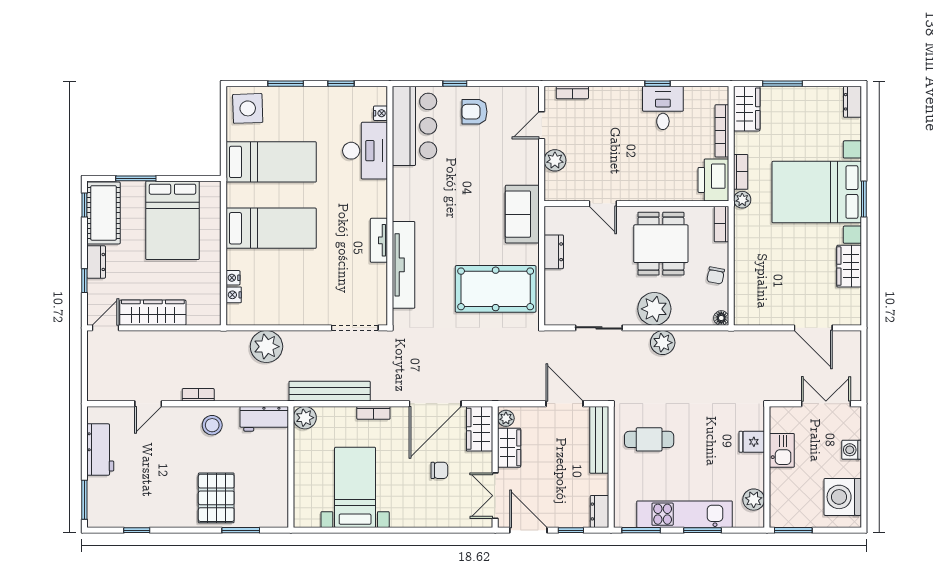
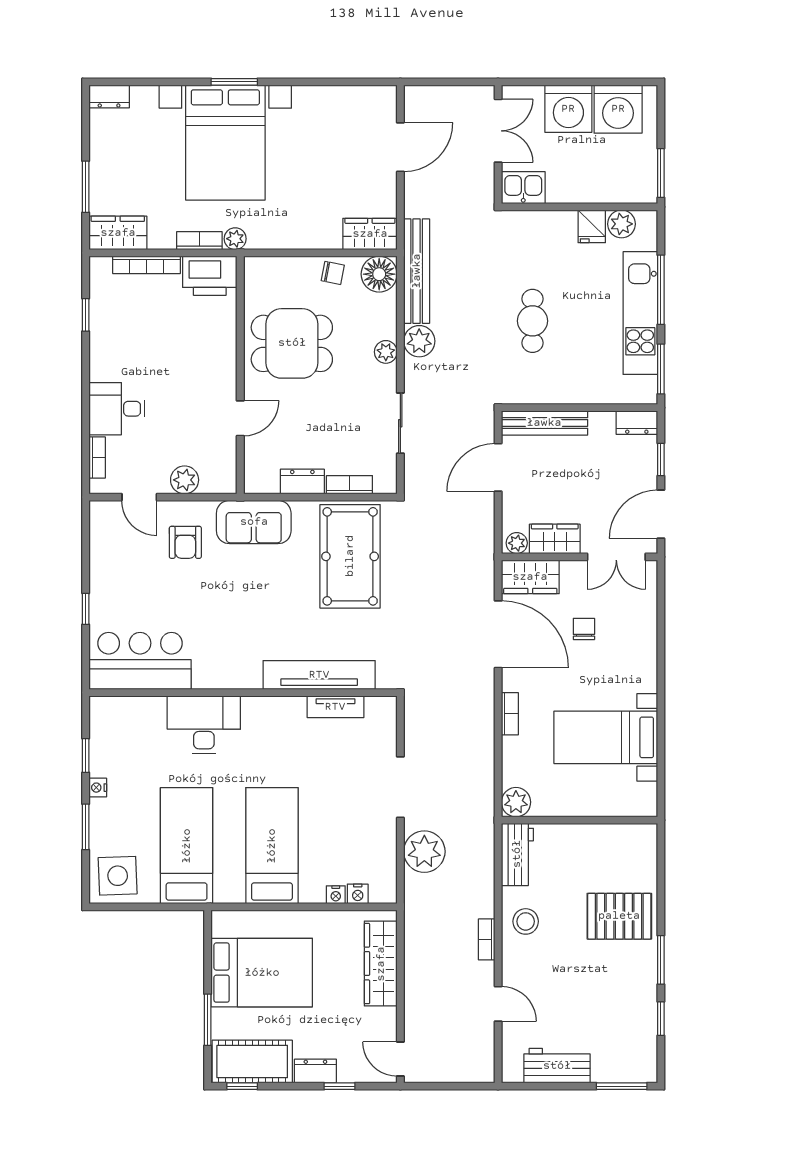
window: (658, 84) -> (86, 315), moved
desk: (663, 108) -> (117, 409), moved
armchair: (474, 112) -> (185, 542), moved
nightstand: (380, 113) -> (98, 788), moved, turned -90
desk: (365, 151) -> (204, 725), moved
bookcase: (721, 224) -> (349, 485), moved, turned 180
tv unit: (379, 240) -> (335, 707), moved
wardrobe: (849, 266) -> (370, 234), moved, turned 180
plant: (654, 309) -> (386, 352), width x0.53, depth x0.53
wardrobe: (153, 313) -> (381, 964), moved
floor lamp: (721, 318) -> (379, 274), width x1.89, depth x1.89
doorway: (355, 328) -> (400, 787), moved
bench: (330, 391) -> (417, 271), moved
double door: (826, 404) -> (498, 131), swing flipped
cafe table: (649, 439) -> (532, 321), moved
fridge: (752, 442) -> (592, 226), moved
kitchen sink: (782, 450) -> (523, 188), moved
washing machine: (852, 450) -> (568, 109), width x1.89, depth x1.89
window: (241, 530) -> (661, 960), moved
window: (703, 530) -> (661, 290), width x1.44

